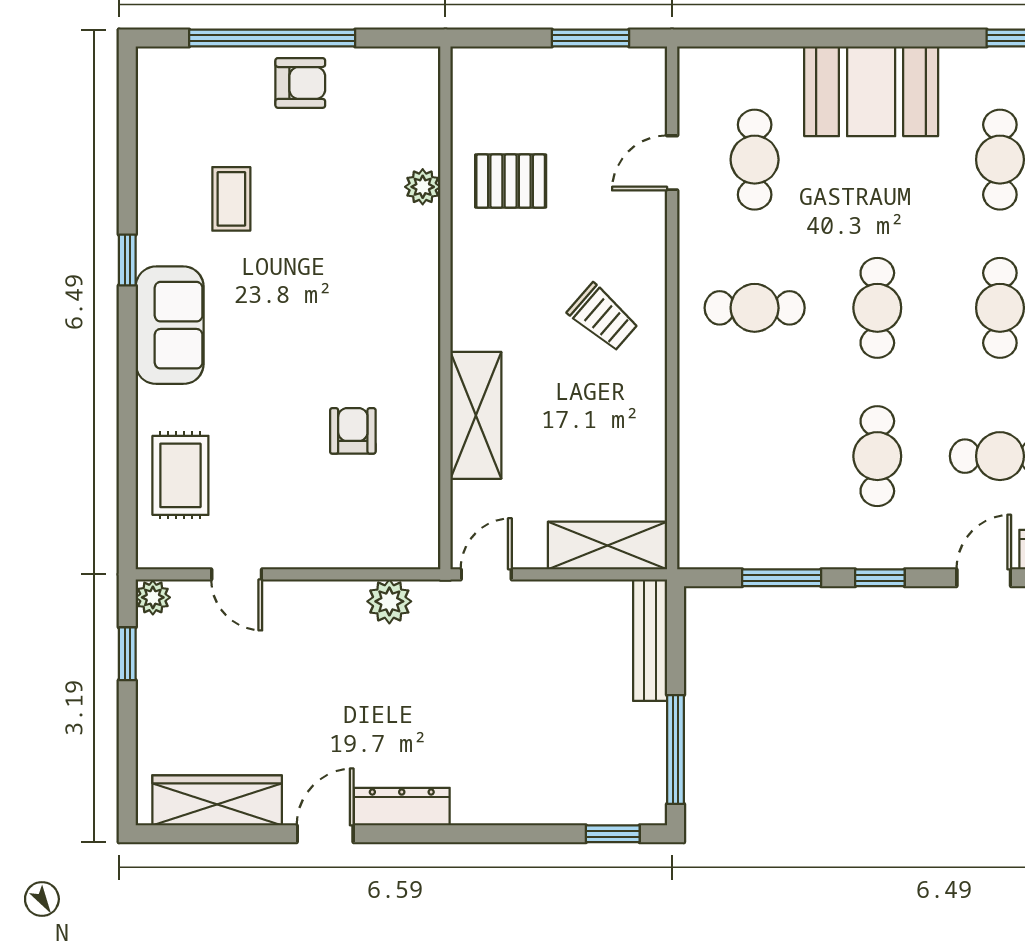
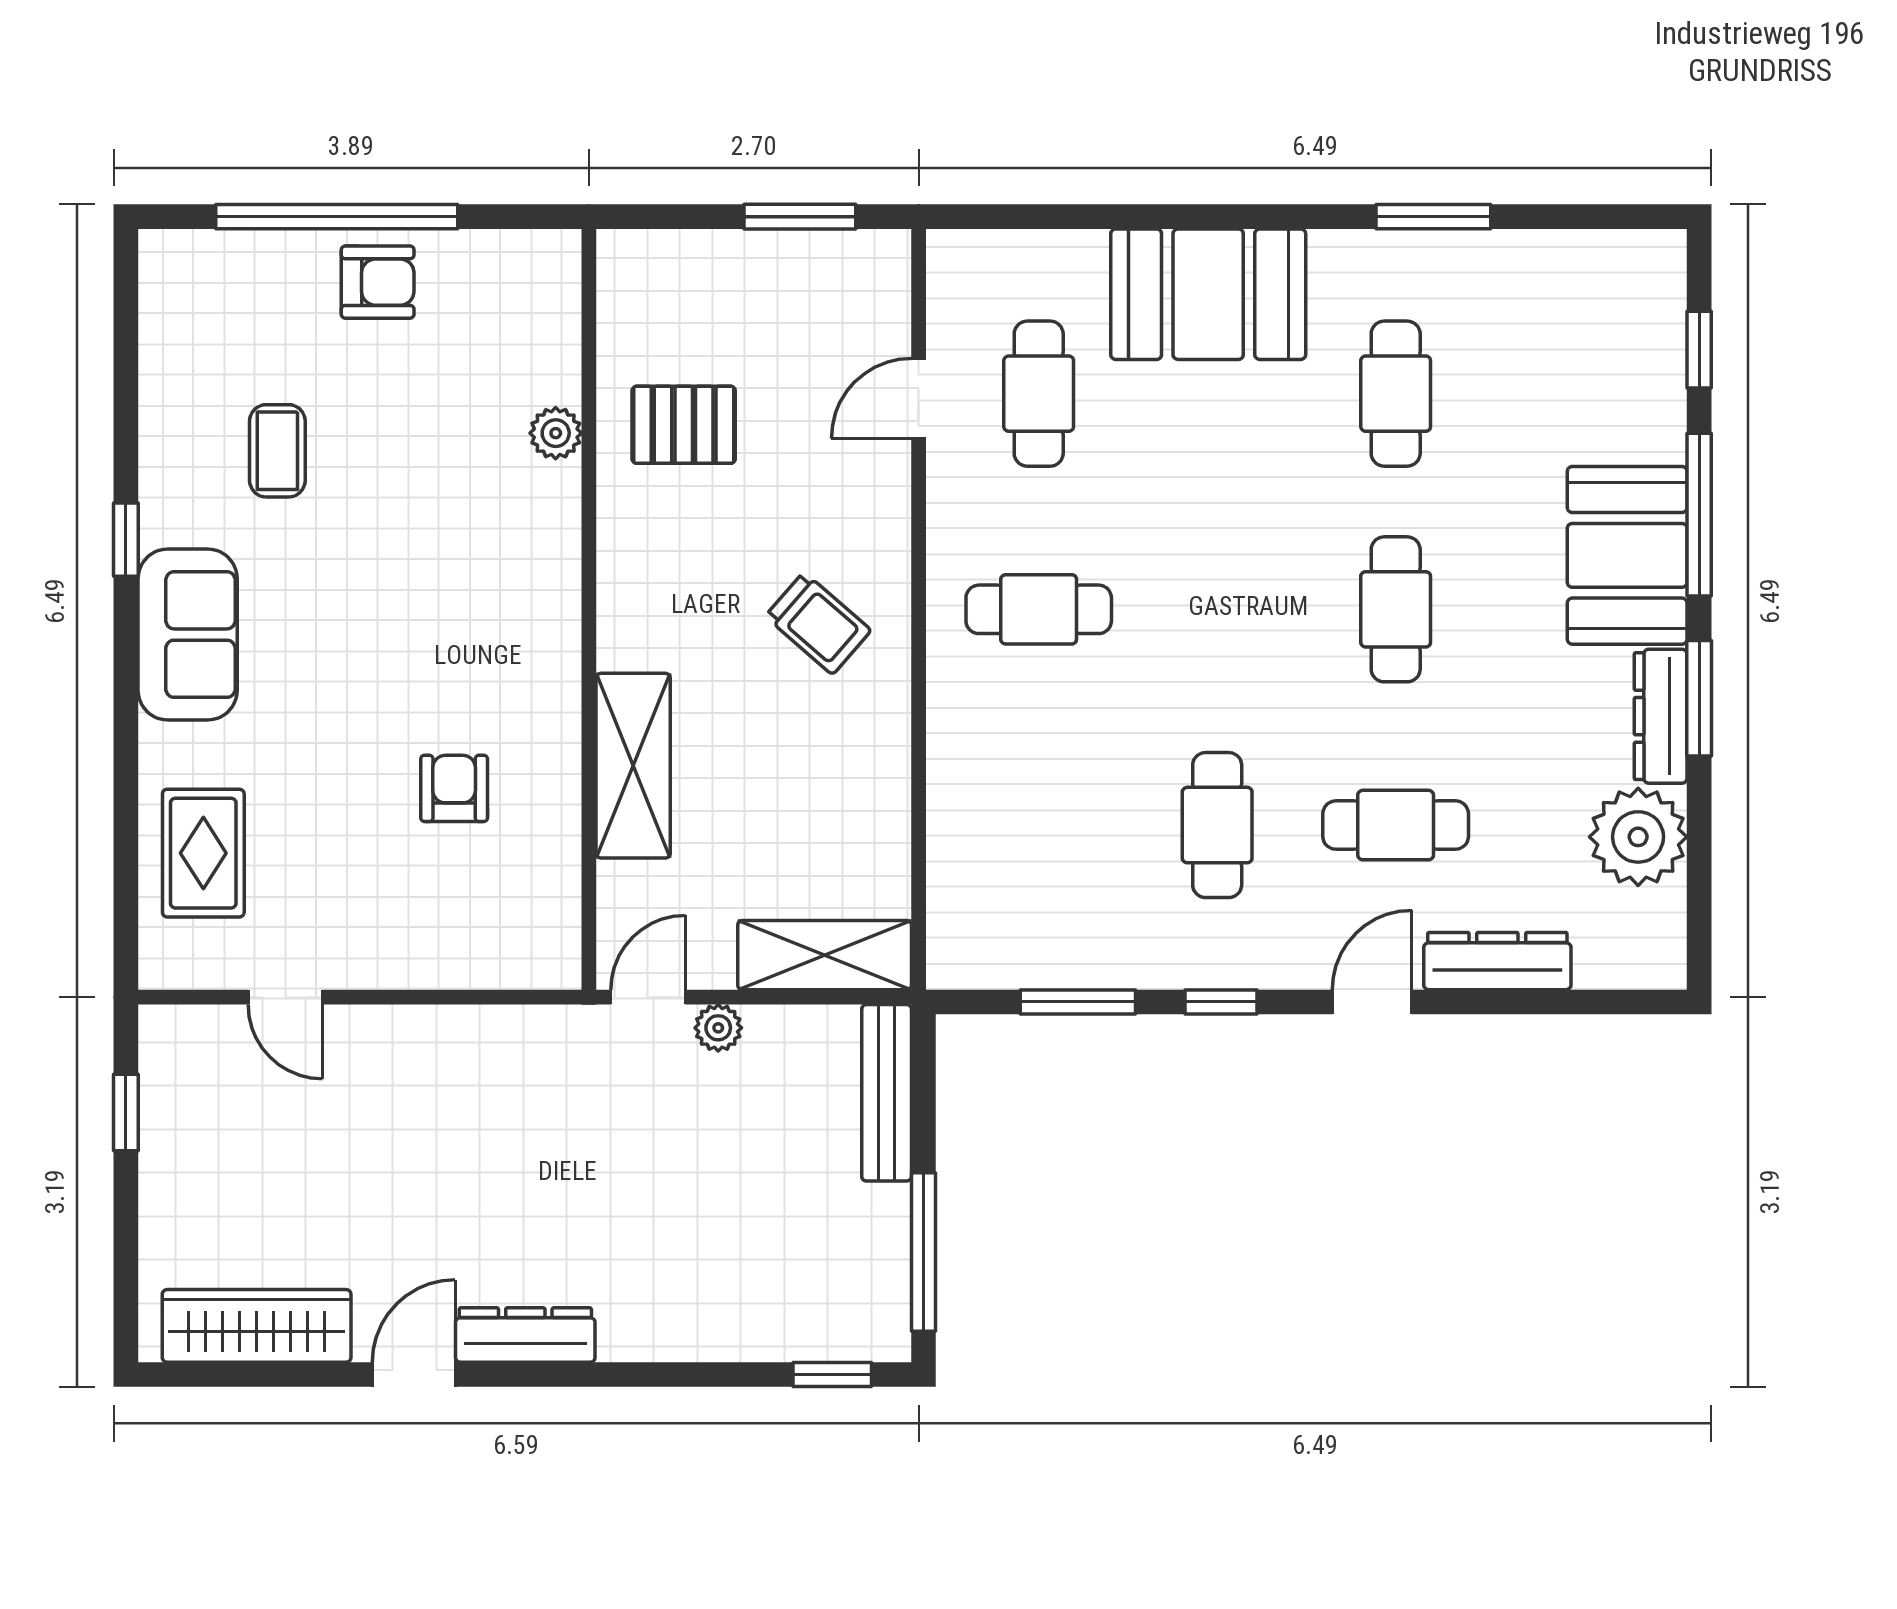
cafe table: (877, 308) -> (1217, 609), removed
plant: (153, 597) -> (163, 1031), removed
plant: (389, 601) -> (718, 1028), moved, width x0.73, depth x0.73

